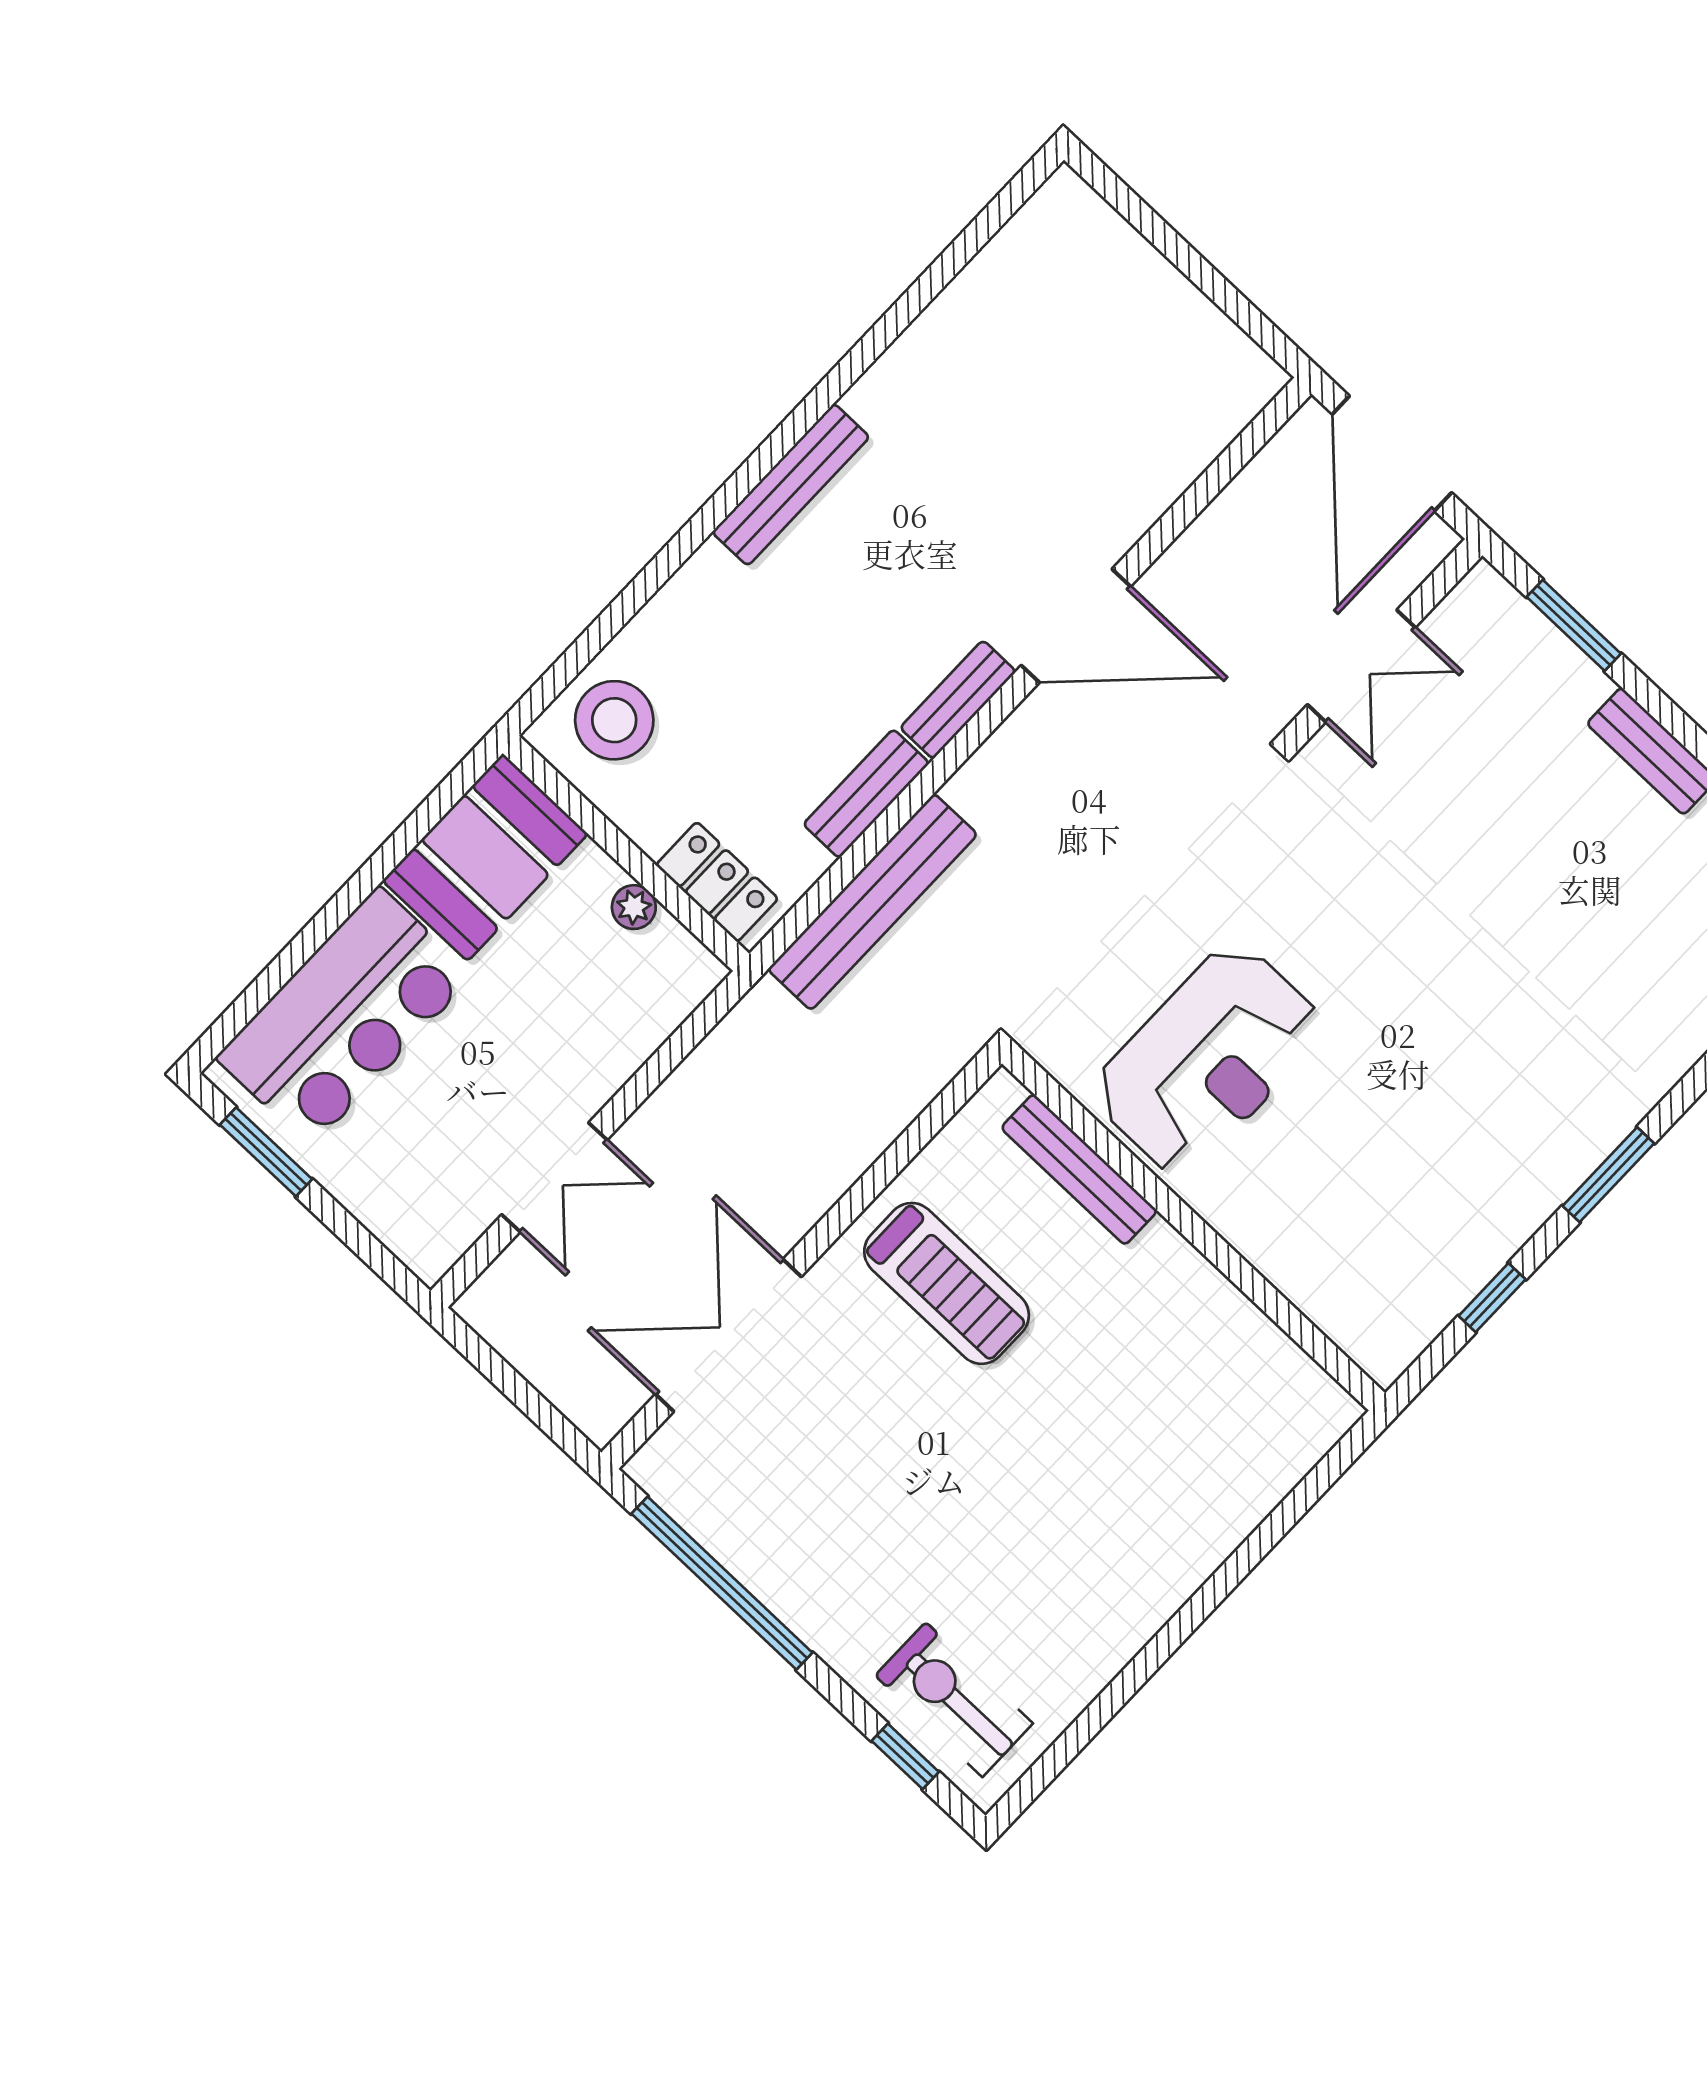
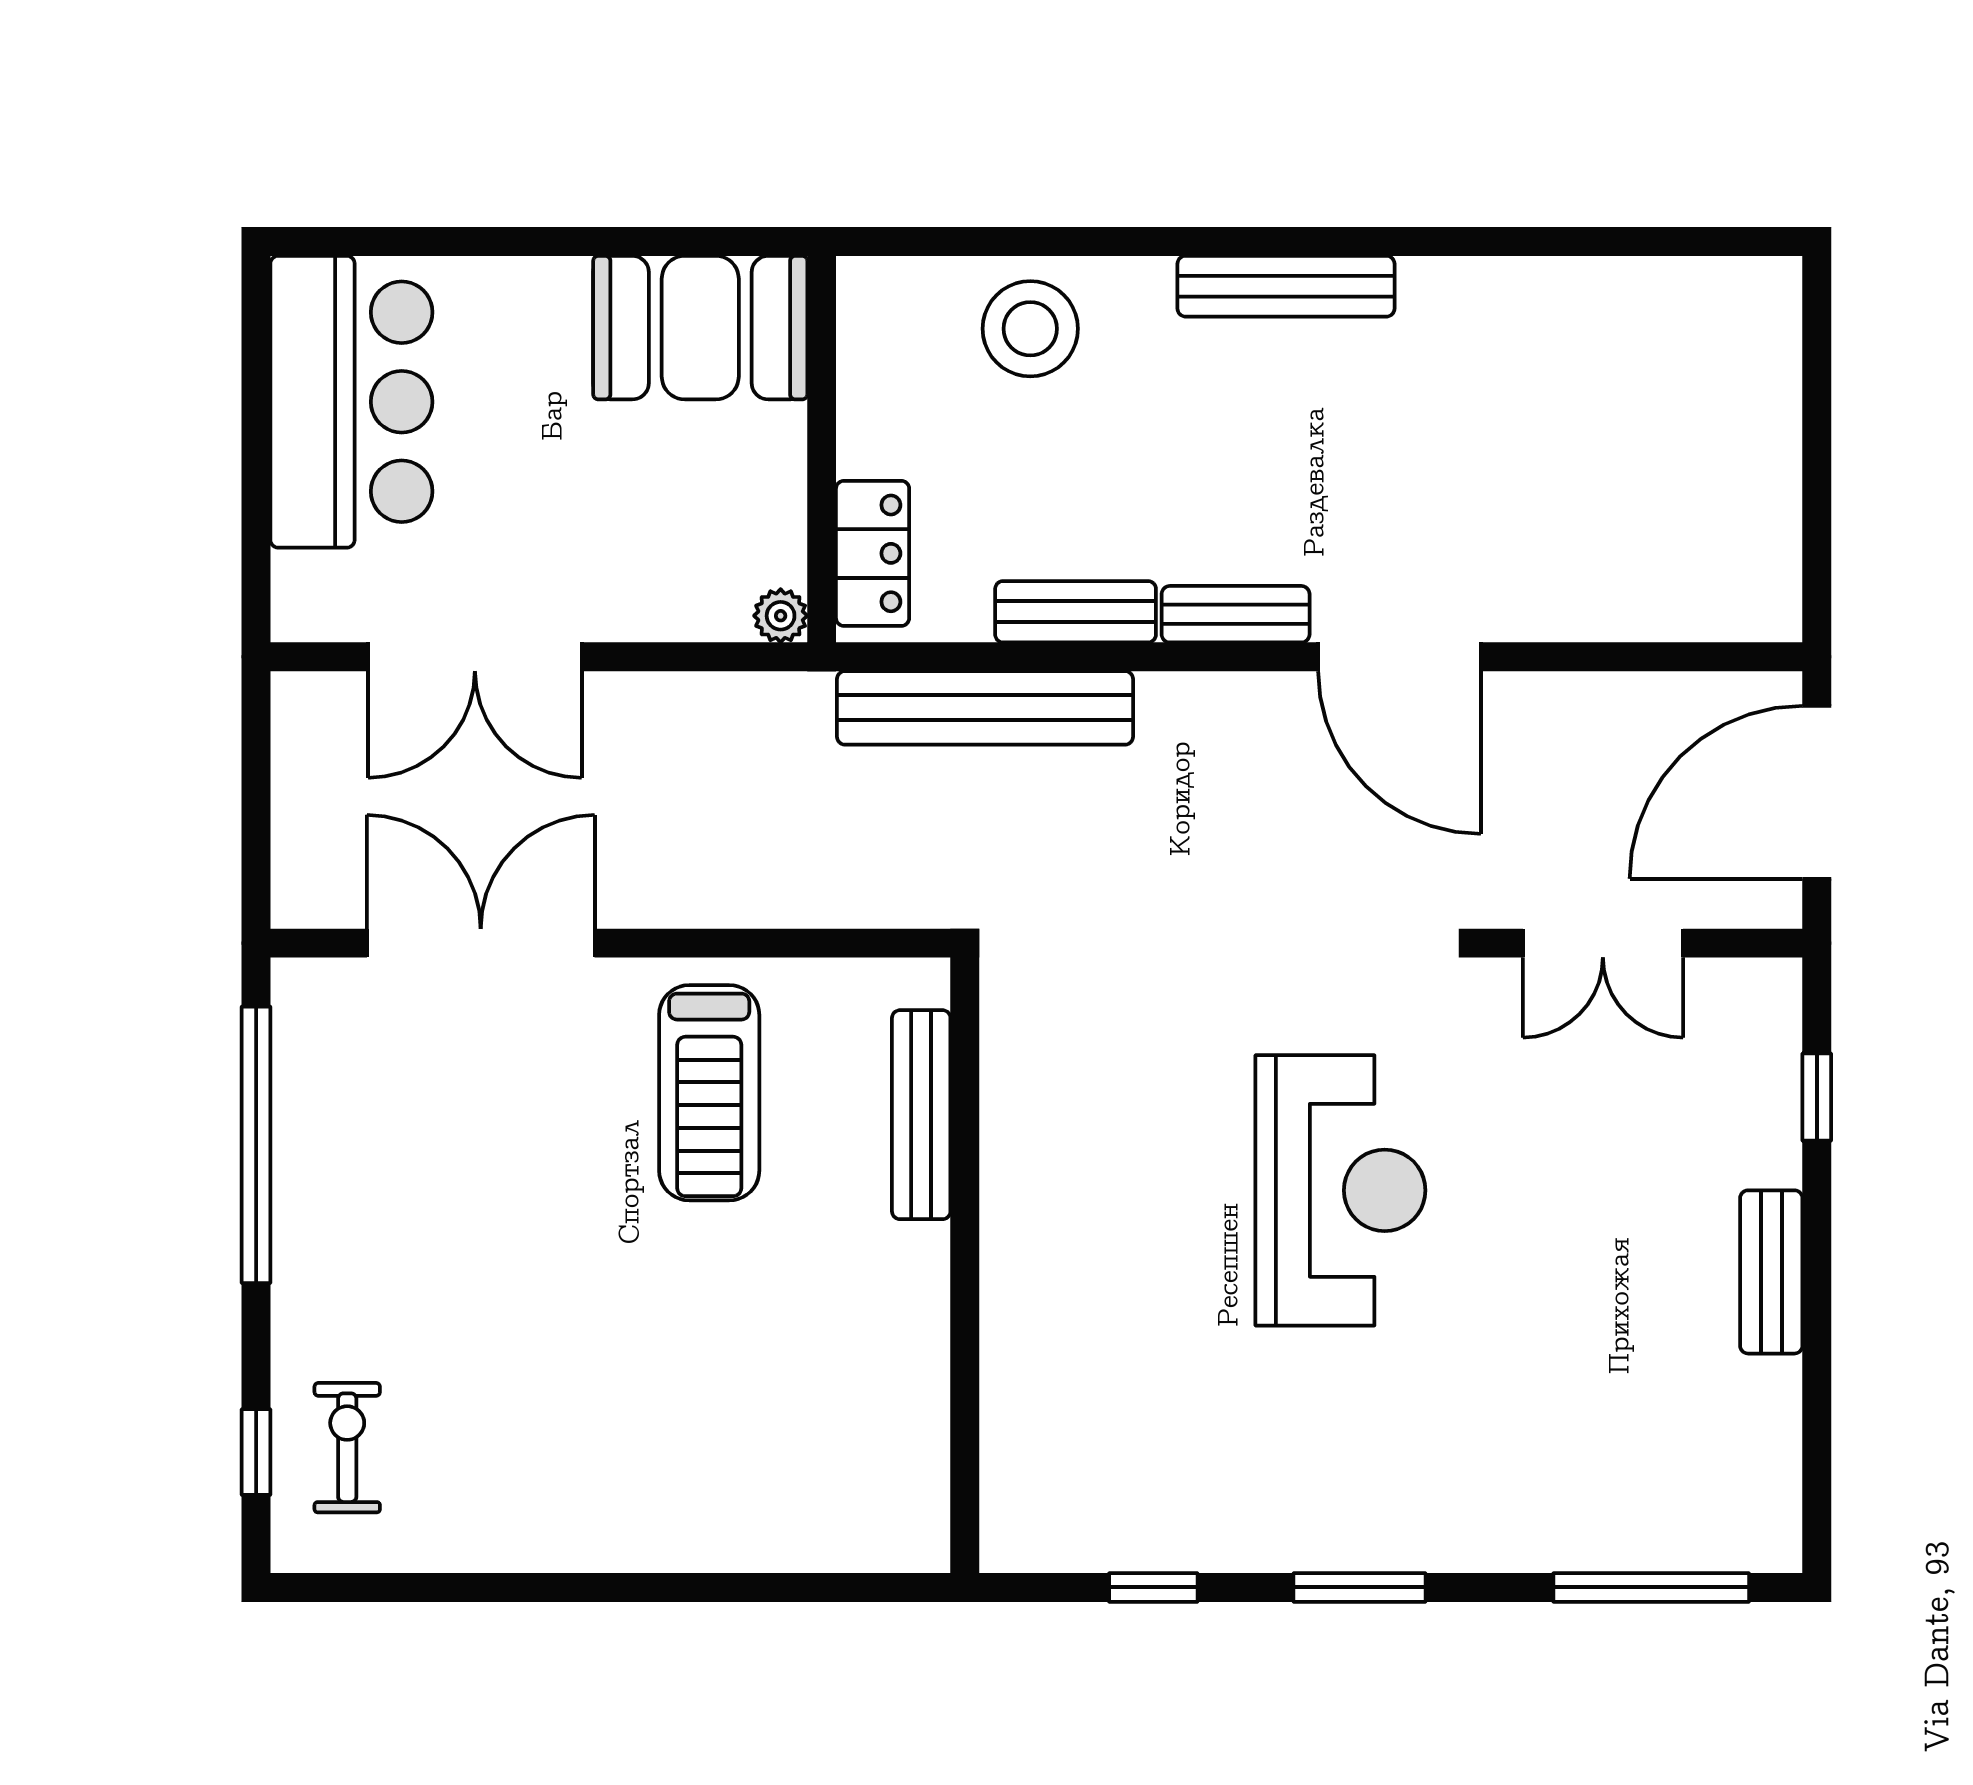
window: (1574, 625) -> (1817, 1097), width x0.67
stool: (614, 720) -> (1030, 329), moved
plant: (634, 907) -> (781, 616), moved
bar counter: (345, 1017) -> (351, 402), moved, turned -90
reception desk: (1208, 1059) -> (1340, 1190), moved, turned -90
window: (266, 1152) -> (256, 380), removed
double door: (554, 1177) -> (475, 657), width x1.37
exercise bike: (954, 1699) -> (347, 1448), width x0.73, depth x0.72

